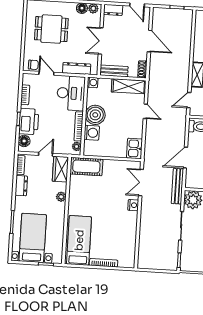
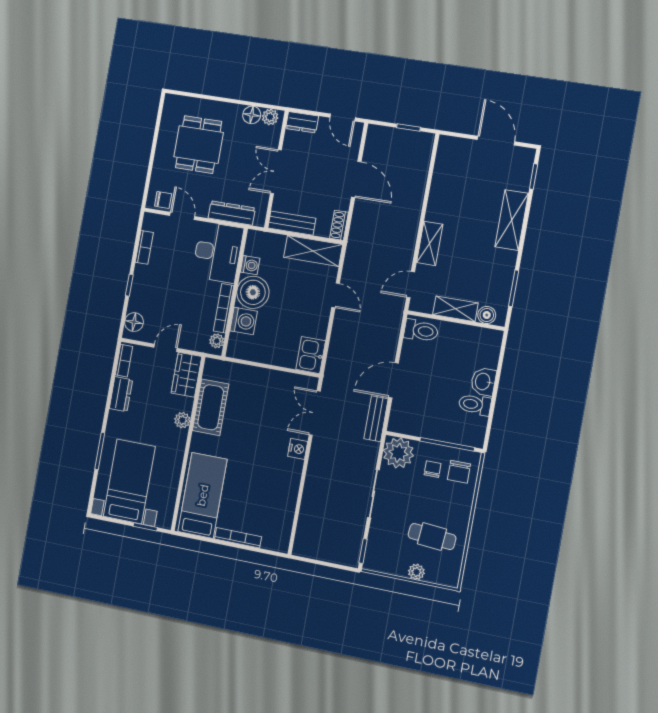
dining table: (51, 29) -> (199, 145), turned 90
washing machine: (93, 82) -> (250, 265), moved
printer: (29, 122) -> (145, 291), removed
cot: (86, 167) -> (211, 407), moved, turned 90
bench: (177, 186) -> (376, 419), width x0.73

